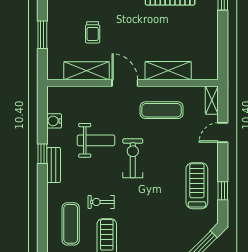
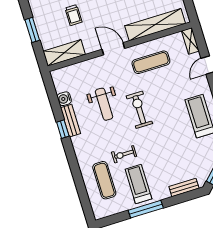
shelving: (87, 71) -> (64, 53), moved
shelving: (168, 71) -> (155, 25), width x1.47
weight bench: (96, 140) -> (104, 104), turned 90
bench: (54, 165) -> (70, 121), moved

